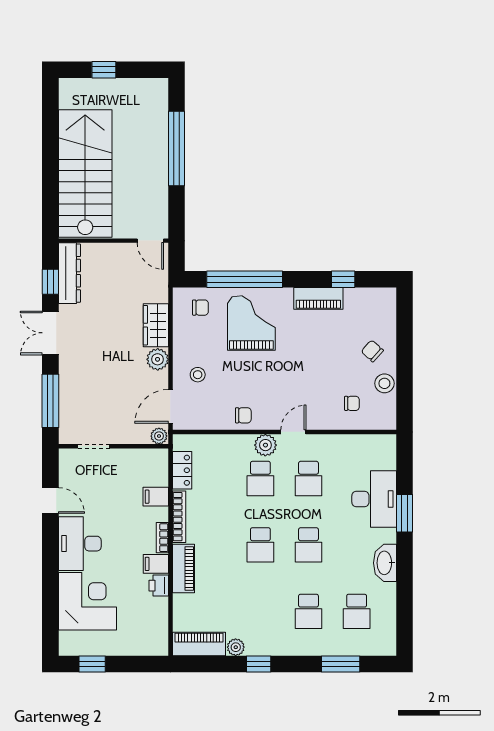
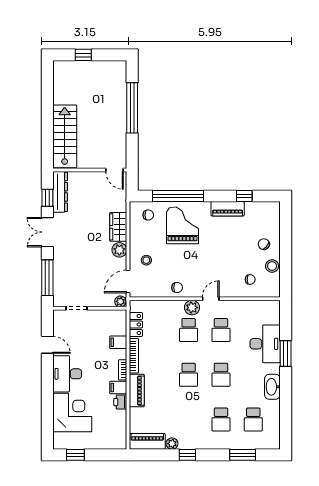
stairs: (85, 174) -> (65, 136), width x0.73, depth x0.66

